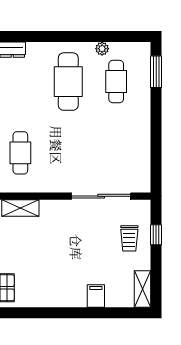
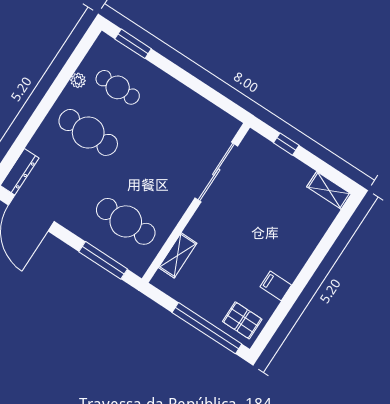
cafe table: (20, 153) -> (126, 221), width x1.37, depth x1.35
trolley: (129, 238) -> (273, 172), removed
filing cabinet: (96, 296) -> (276, 286), moved

